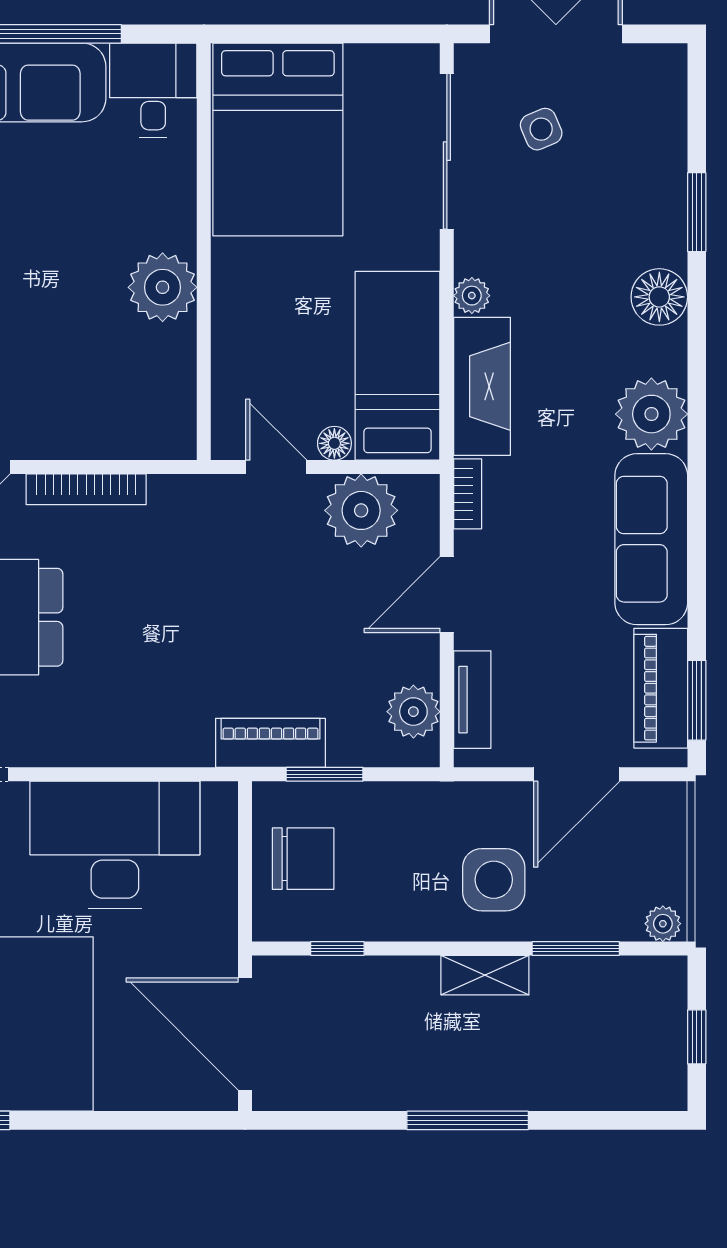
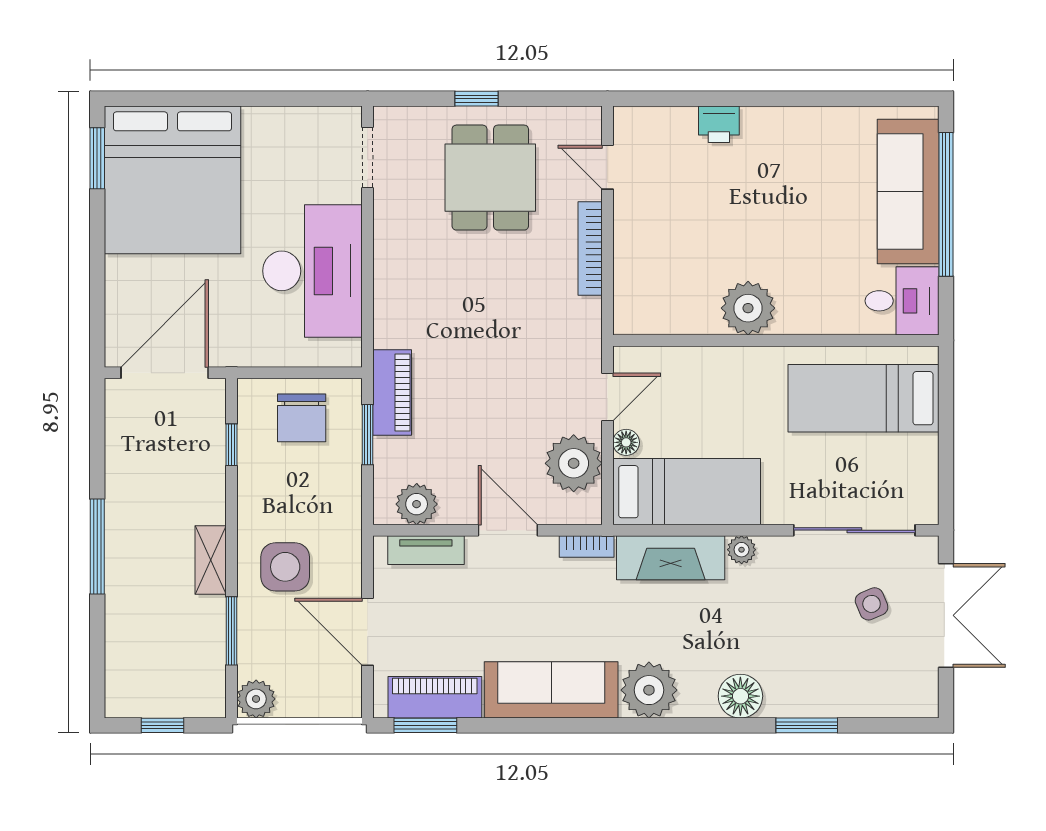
bed: (278, 139) -> (864, 398), width x0.67
plant: (663, 924) -> (256, 699), width x1.38, depth x1.38

